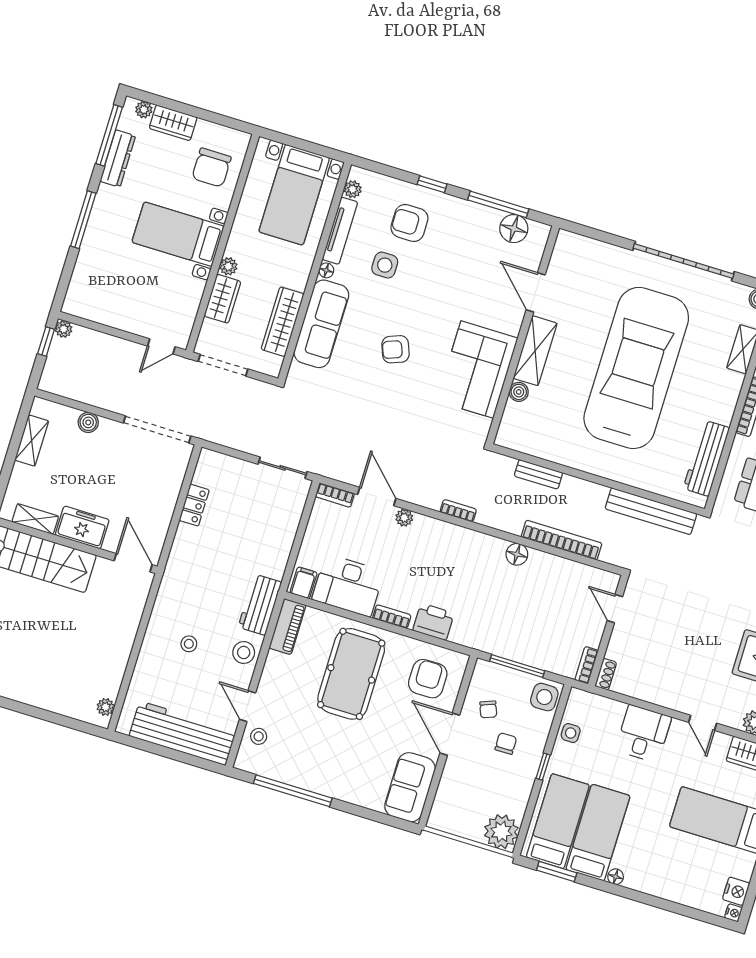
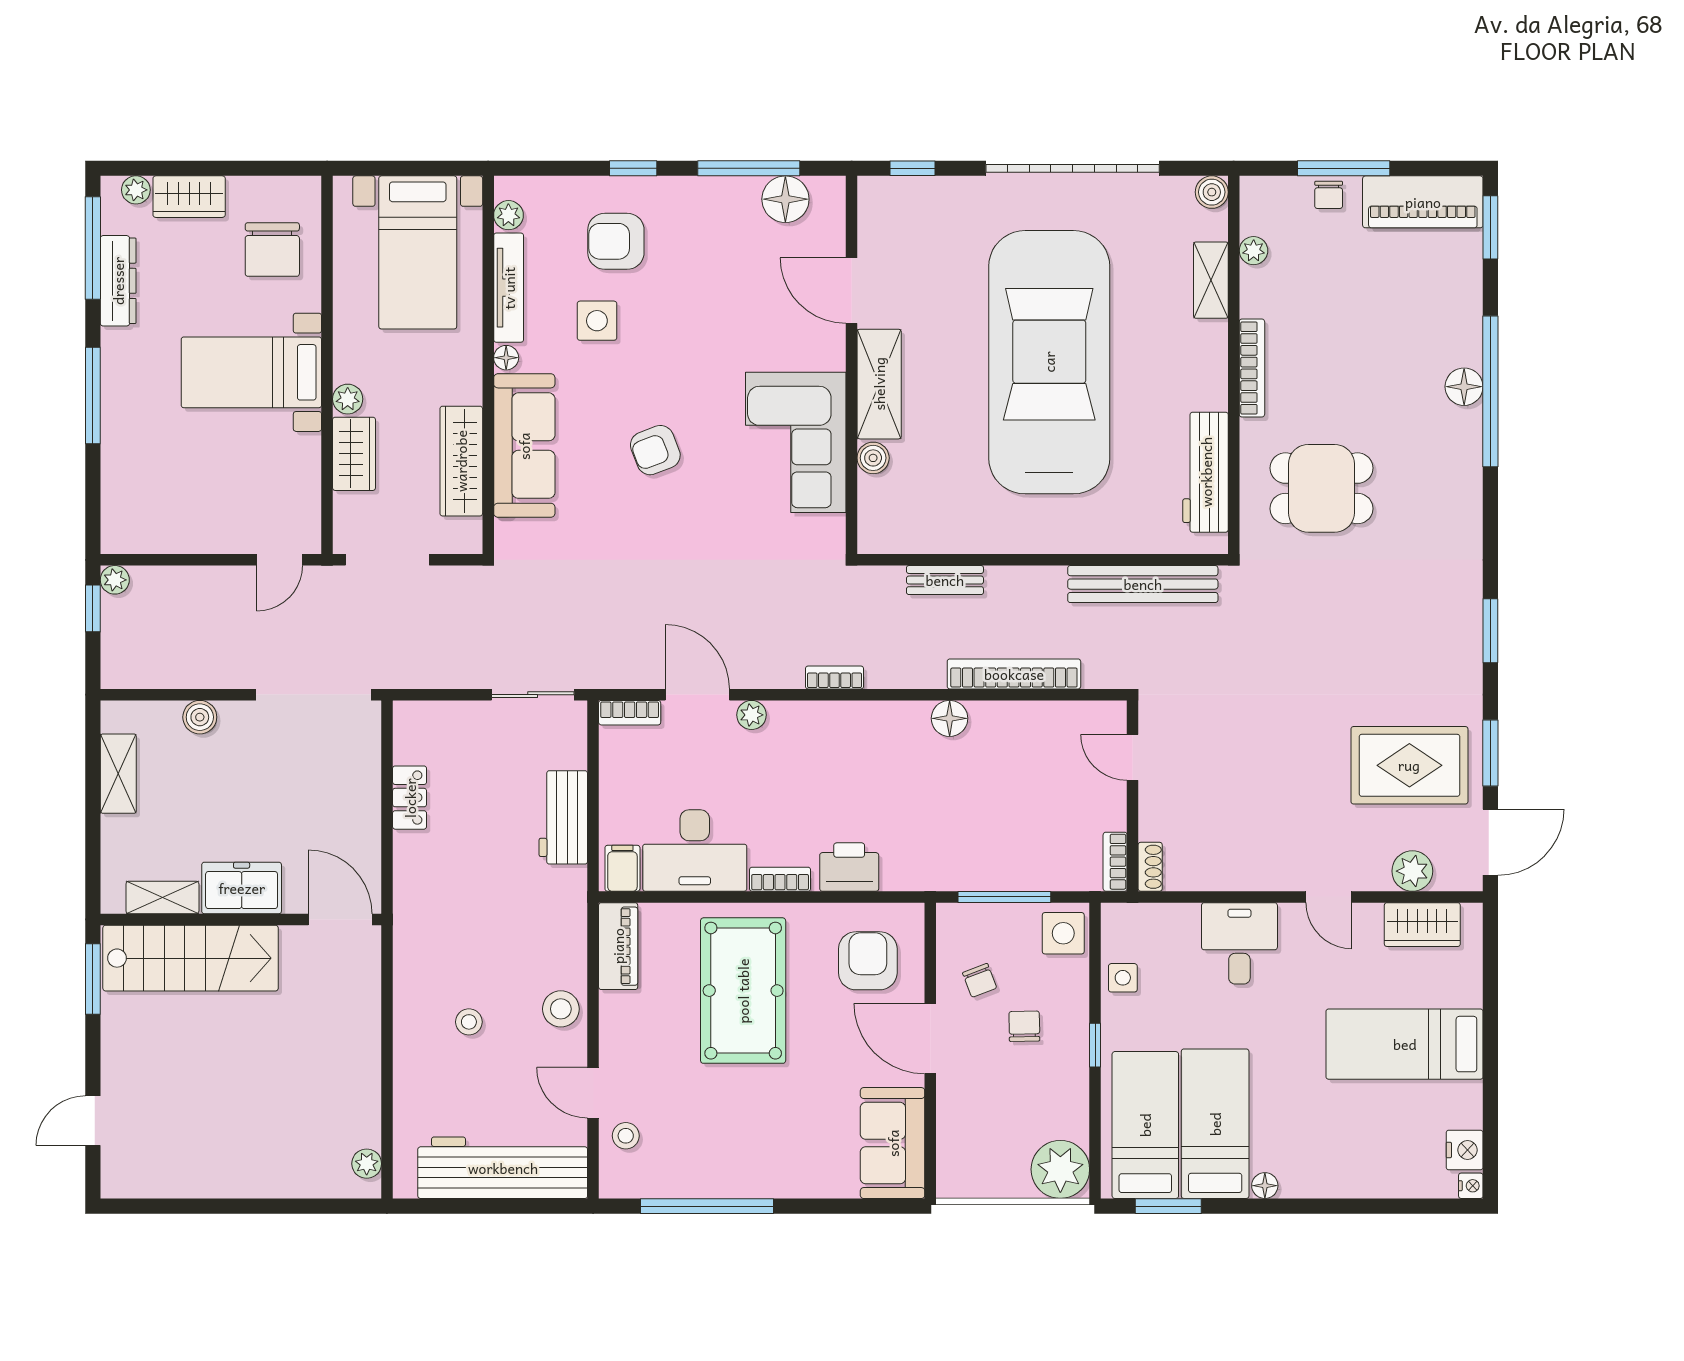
window: (592, 233) -> (912, 168), added
workbench: (260, 605) -> (563, 817), moved

